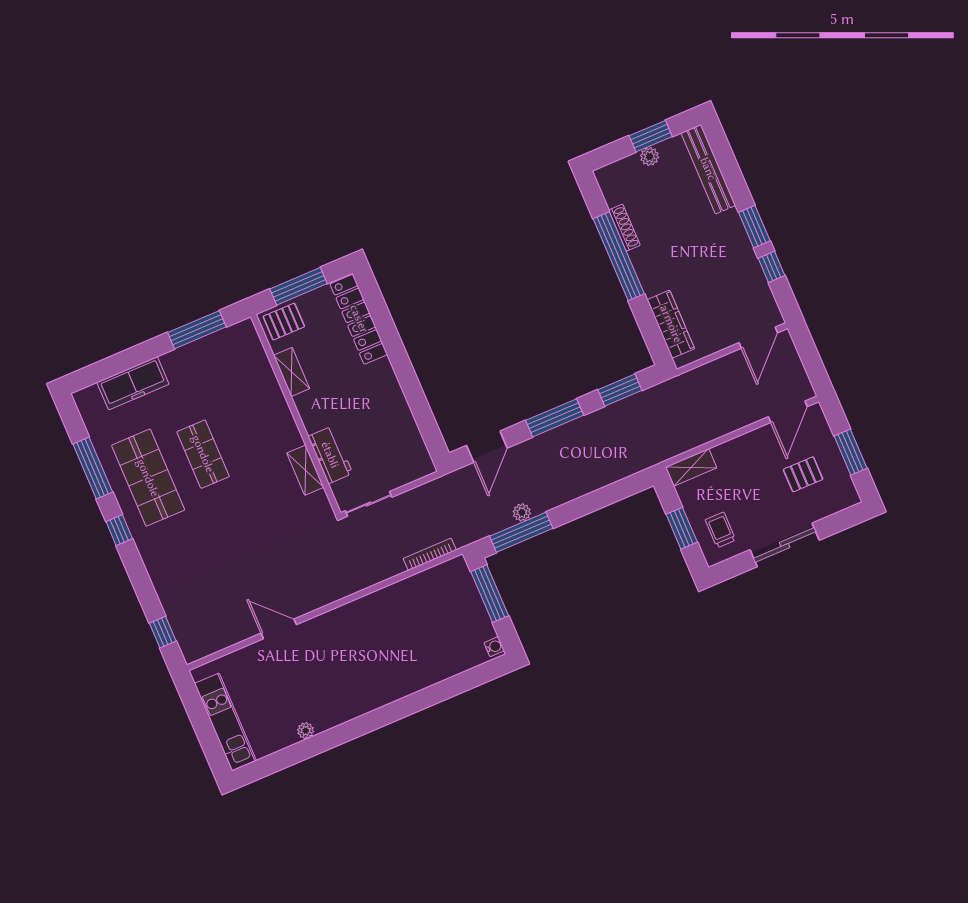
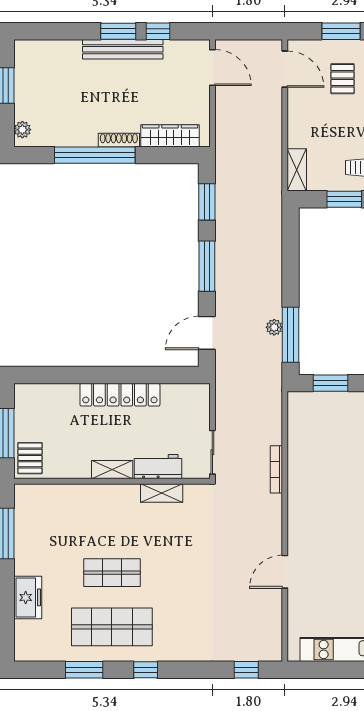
plant: (650, 156) -> (22, 130), moved
bench: (708, 169) -> (123, 49), moved
shoe rack: (624, 228) -> (119, 140), moved
locker: (359, 319) -> (120, 395), moved
shelving: (292, 372) -> (112, 470), moved
freezer: (133, 383) -> (28, 597), width x0.71
door: (487, 447) -> (207, 333), swing flipped
window: (93, 468) -> (84, 670), width x0.69
bookcase: (430, 554) -> (276, 469), moved
window: (490, 594) -> (331, 383), width x0.69

